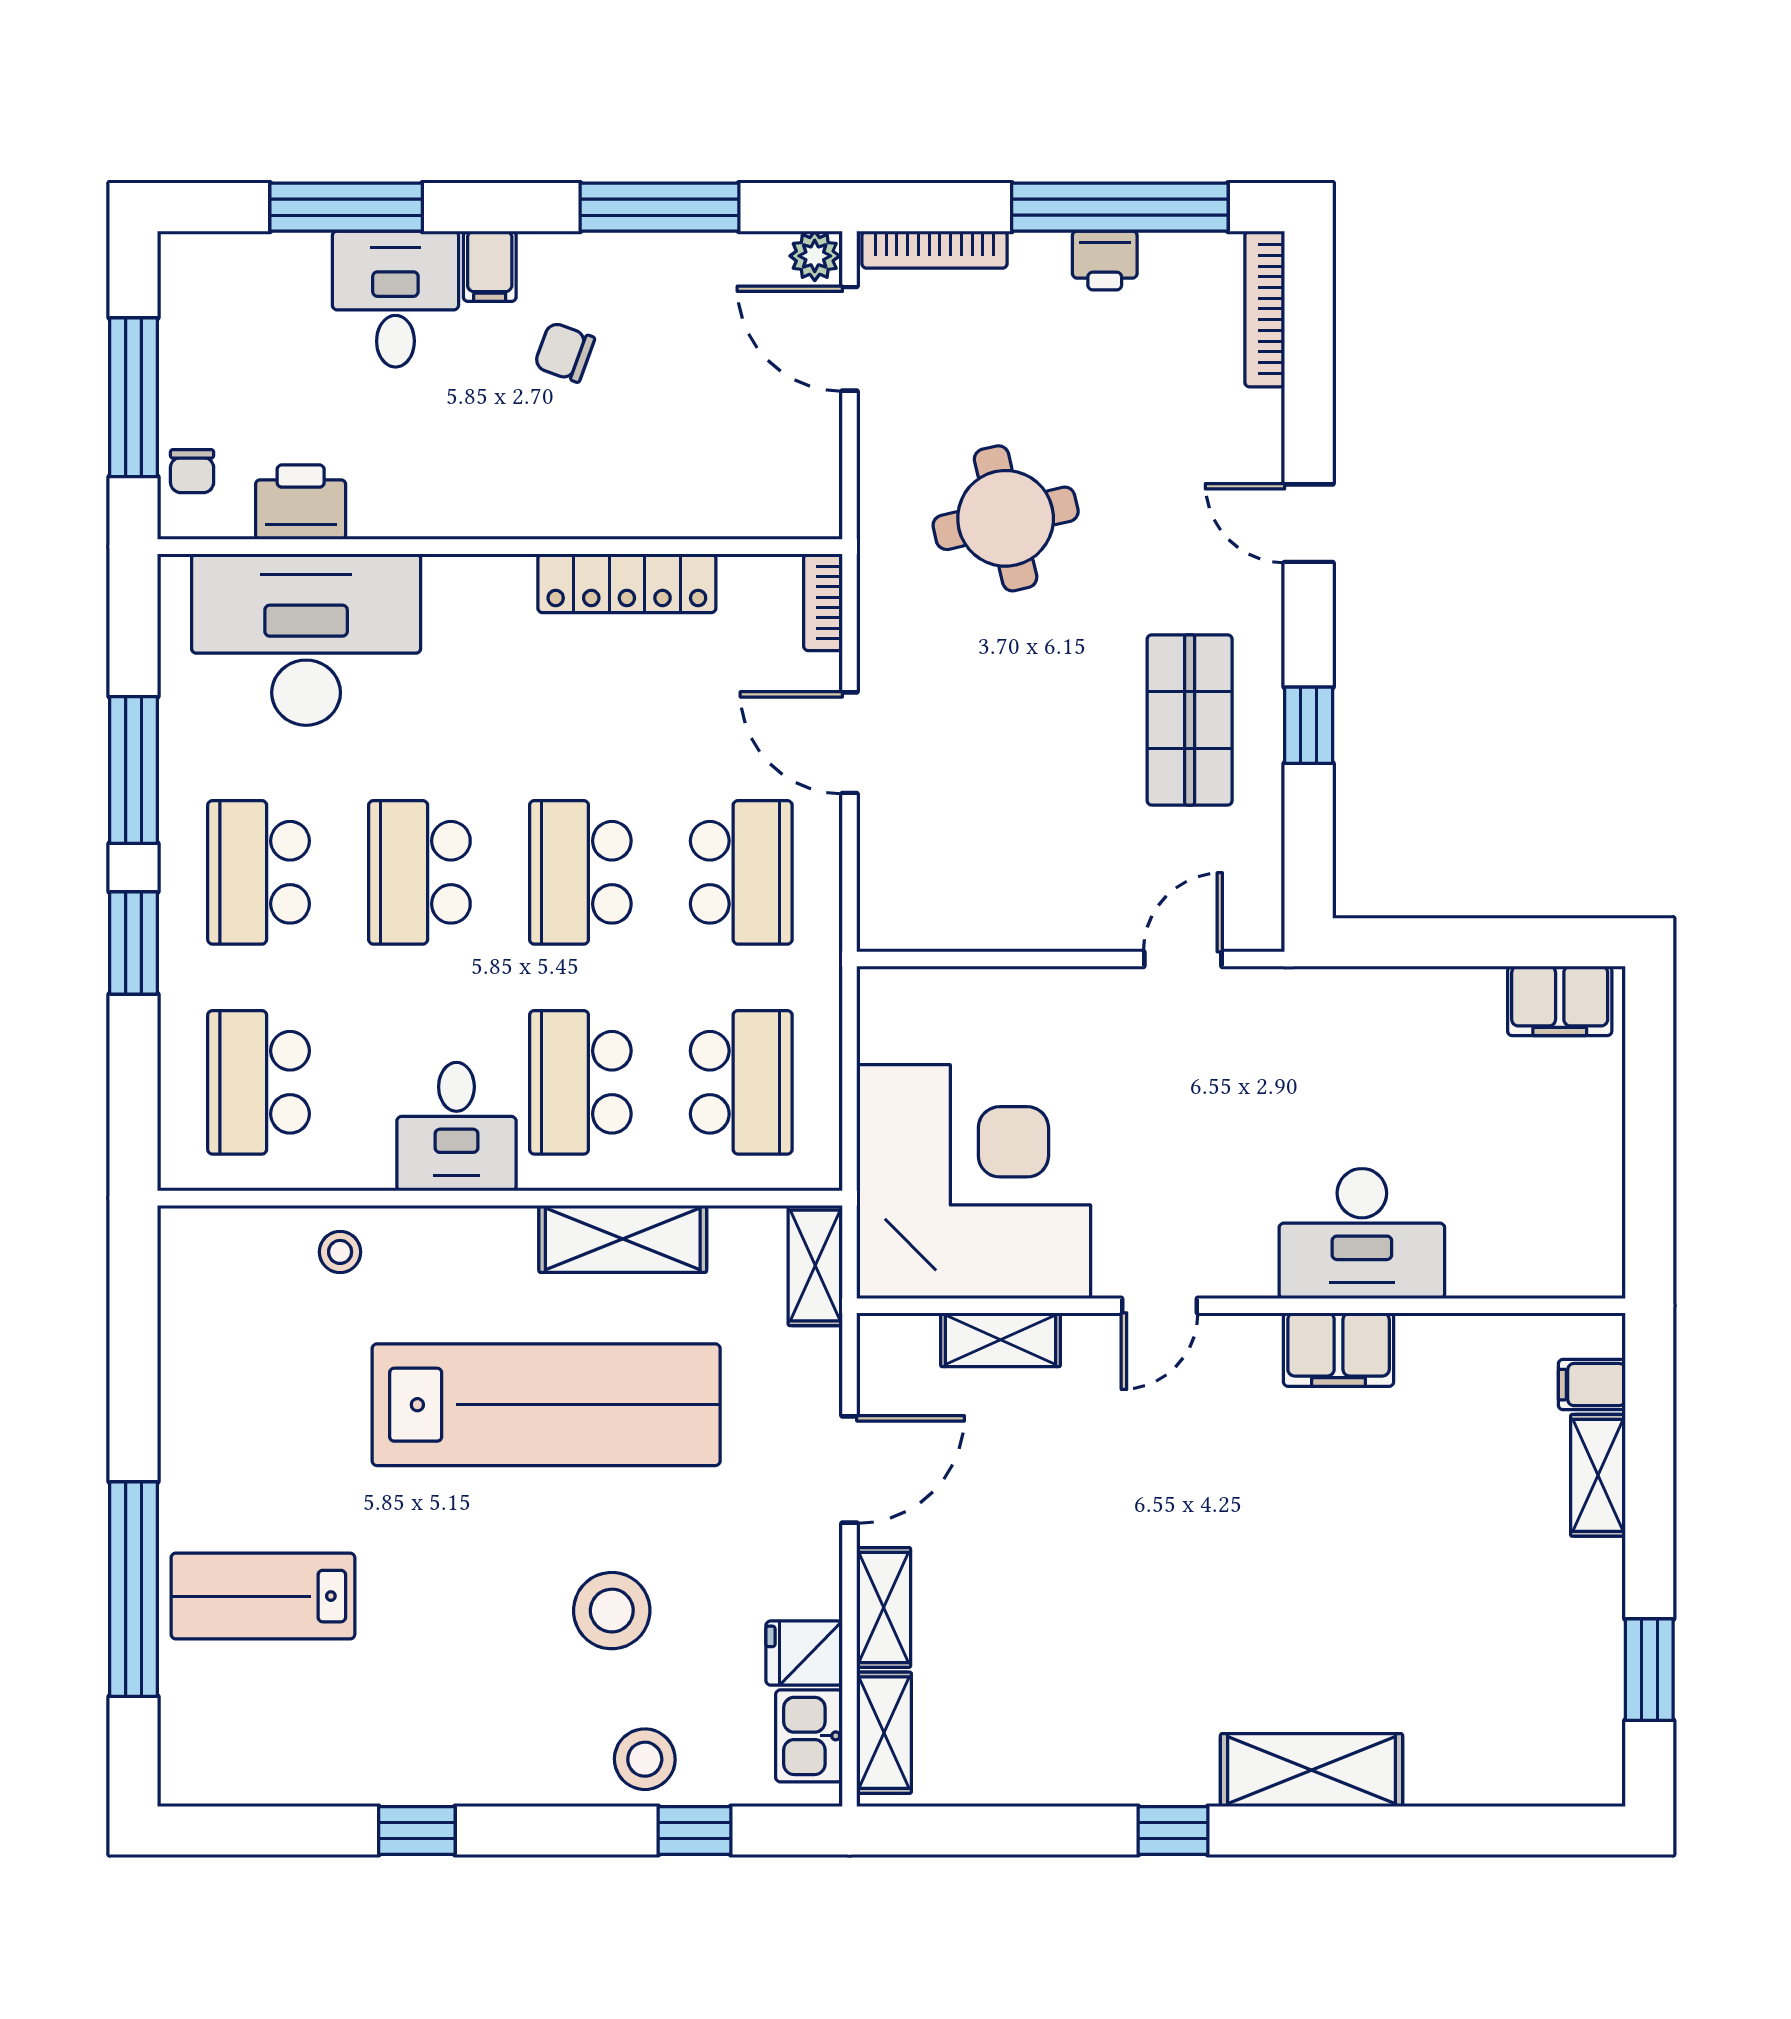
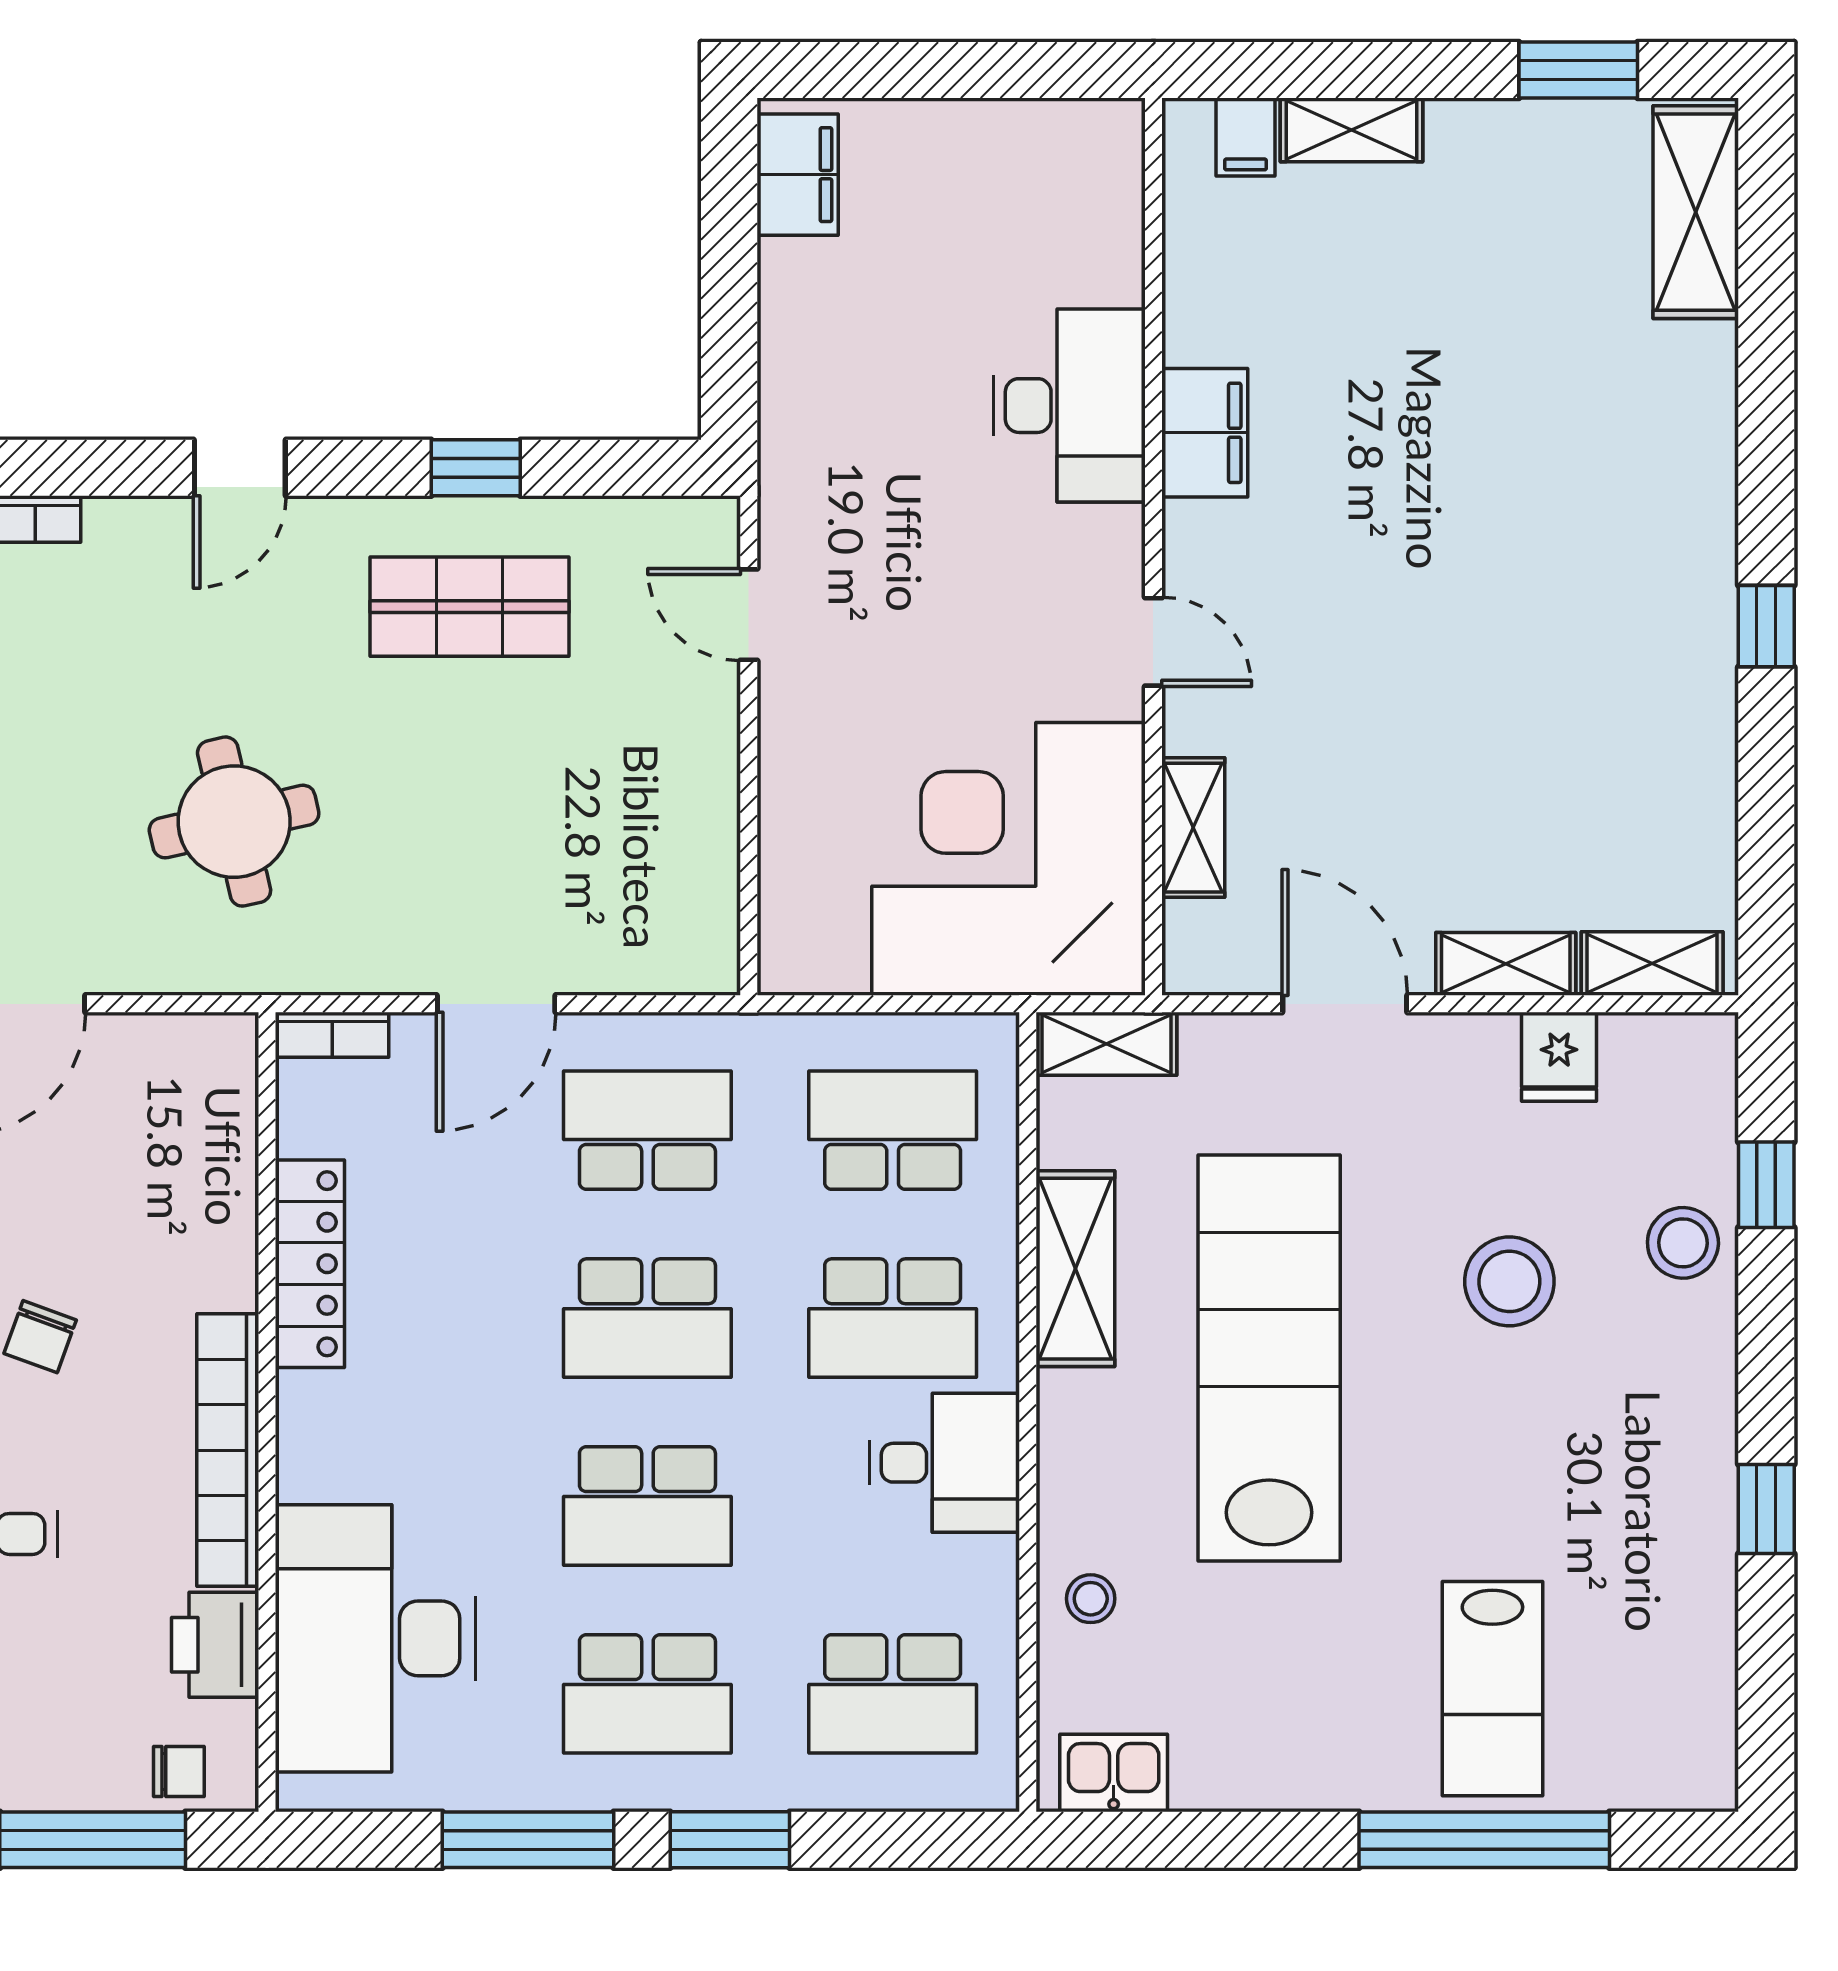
bookcase: (467, 513) -> (228, 1450), added
kitchen sink: (809, 1736) -> (1114, 1773), moved, turned 180
shelving: (1312, 1770) -> (1696, 212), moved

